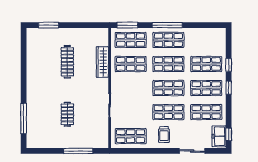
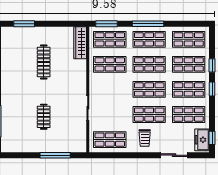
shop shelf: (206, 40) -> (189, 39), added
wardrobe: (102, 62) -> (80, 43), moved

